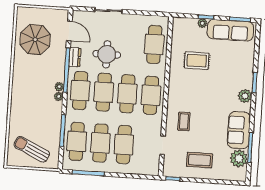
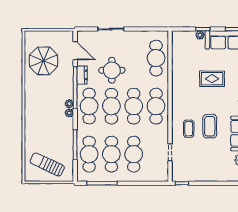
rug: (197, 61) -> (212, 79), moved
coffee table: (199, 160) -> (210, 126), moved, turned 90

